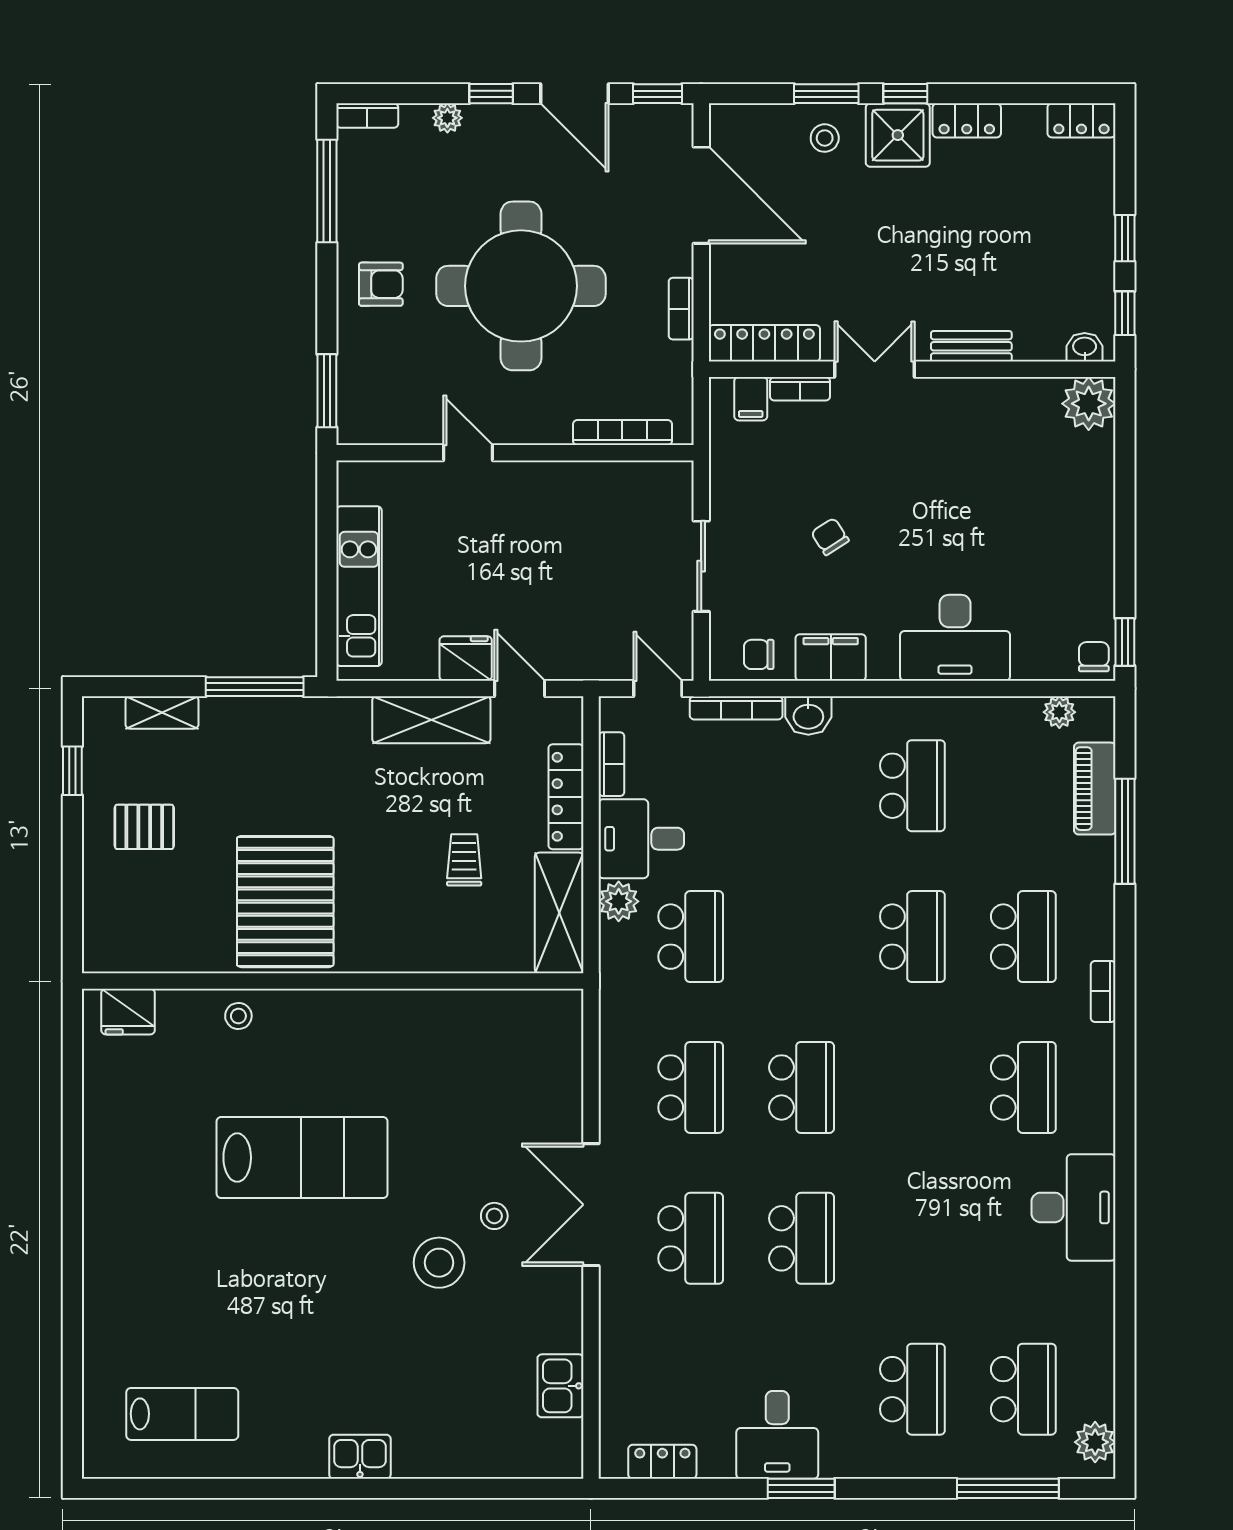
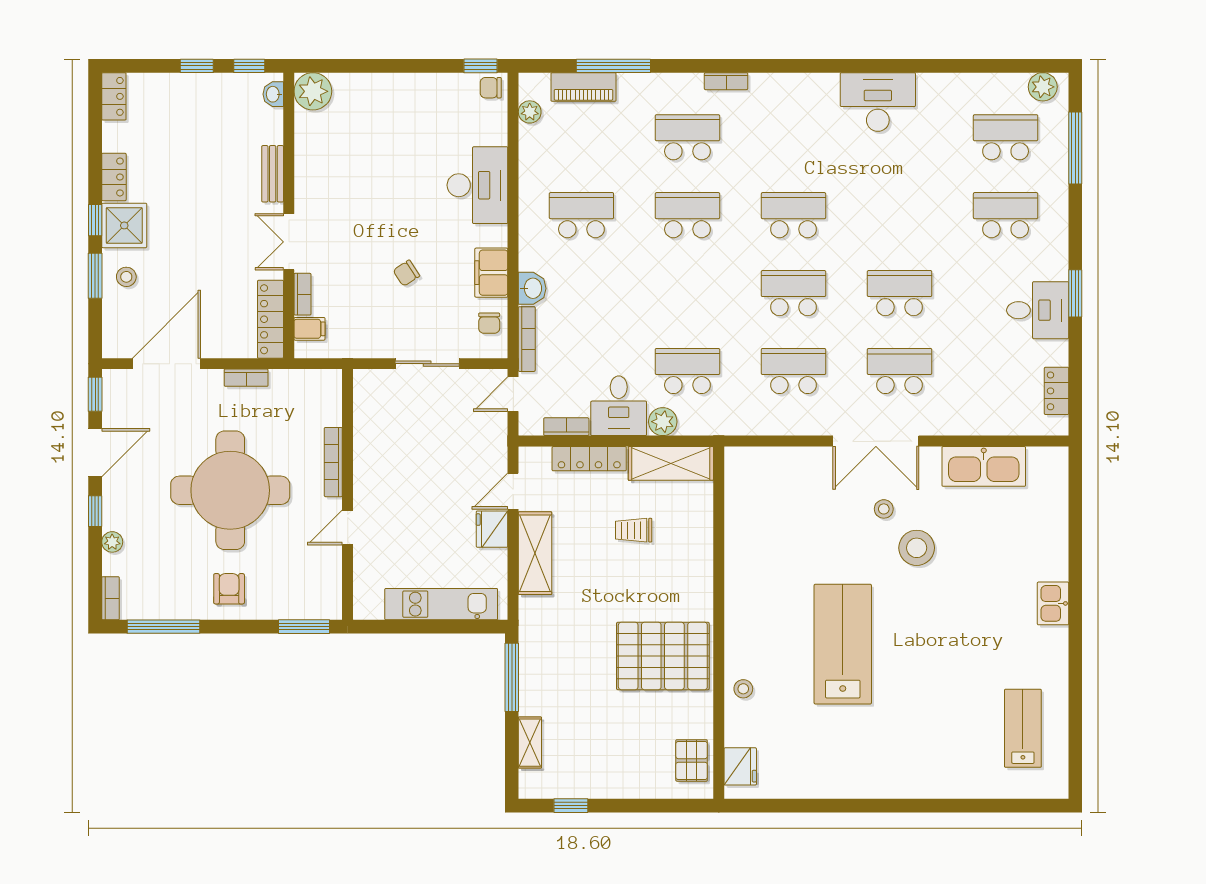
bookcase: (622, 433) -> (333, 462), moved
pallet: (144, 827) -> (692, 760), moved
school desk: (1023, 1087) -> (793, 215), moved
kitchen sink: (560, 1386) -> (984, 466), width x1.88, depth x1.24

